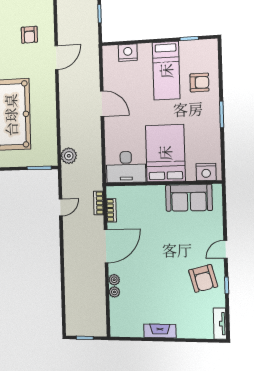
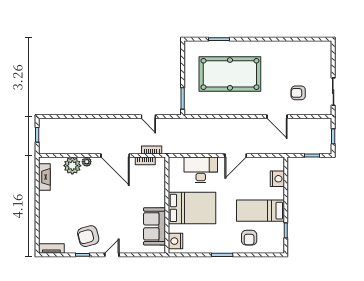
plant: (69, 156) -> (192, 125), removed
desk: (126, 167) -> (201, 170), moved, turned 90
door: (226, 249) -> (112, 255), hinge flipped
plant: (114, 292) -> (72, 166), width x1.88, depth x1.88
fireplace: (160, 331) -> (44, 177), moved

